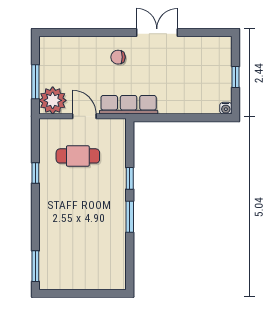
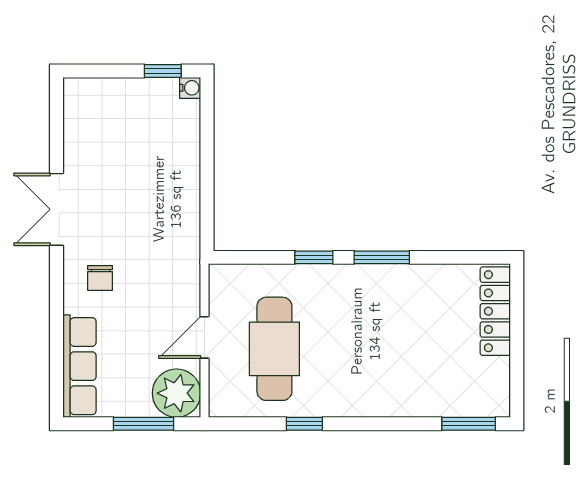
window: (235, 77) -> (163, 71), moved
row of seats: (129, 105) -> (79, 366), moved, turned 180
cafe table: (78, 156) -> (274, 349), width x1.37, depth x1.35
locker: (99, 281) -> (495, 311), added

